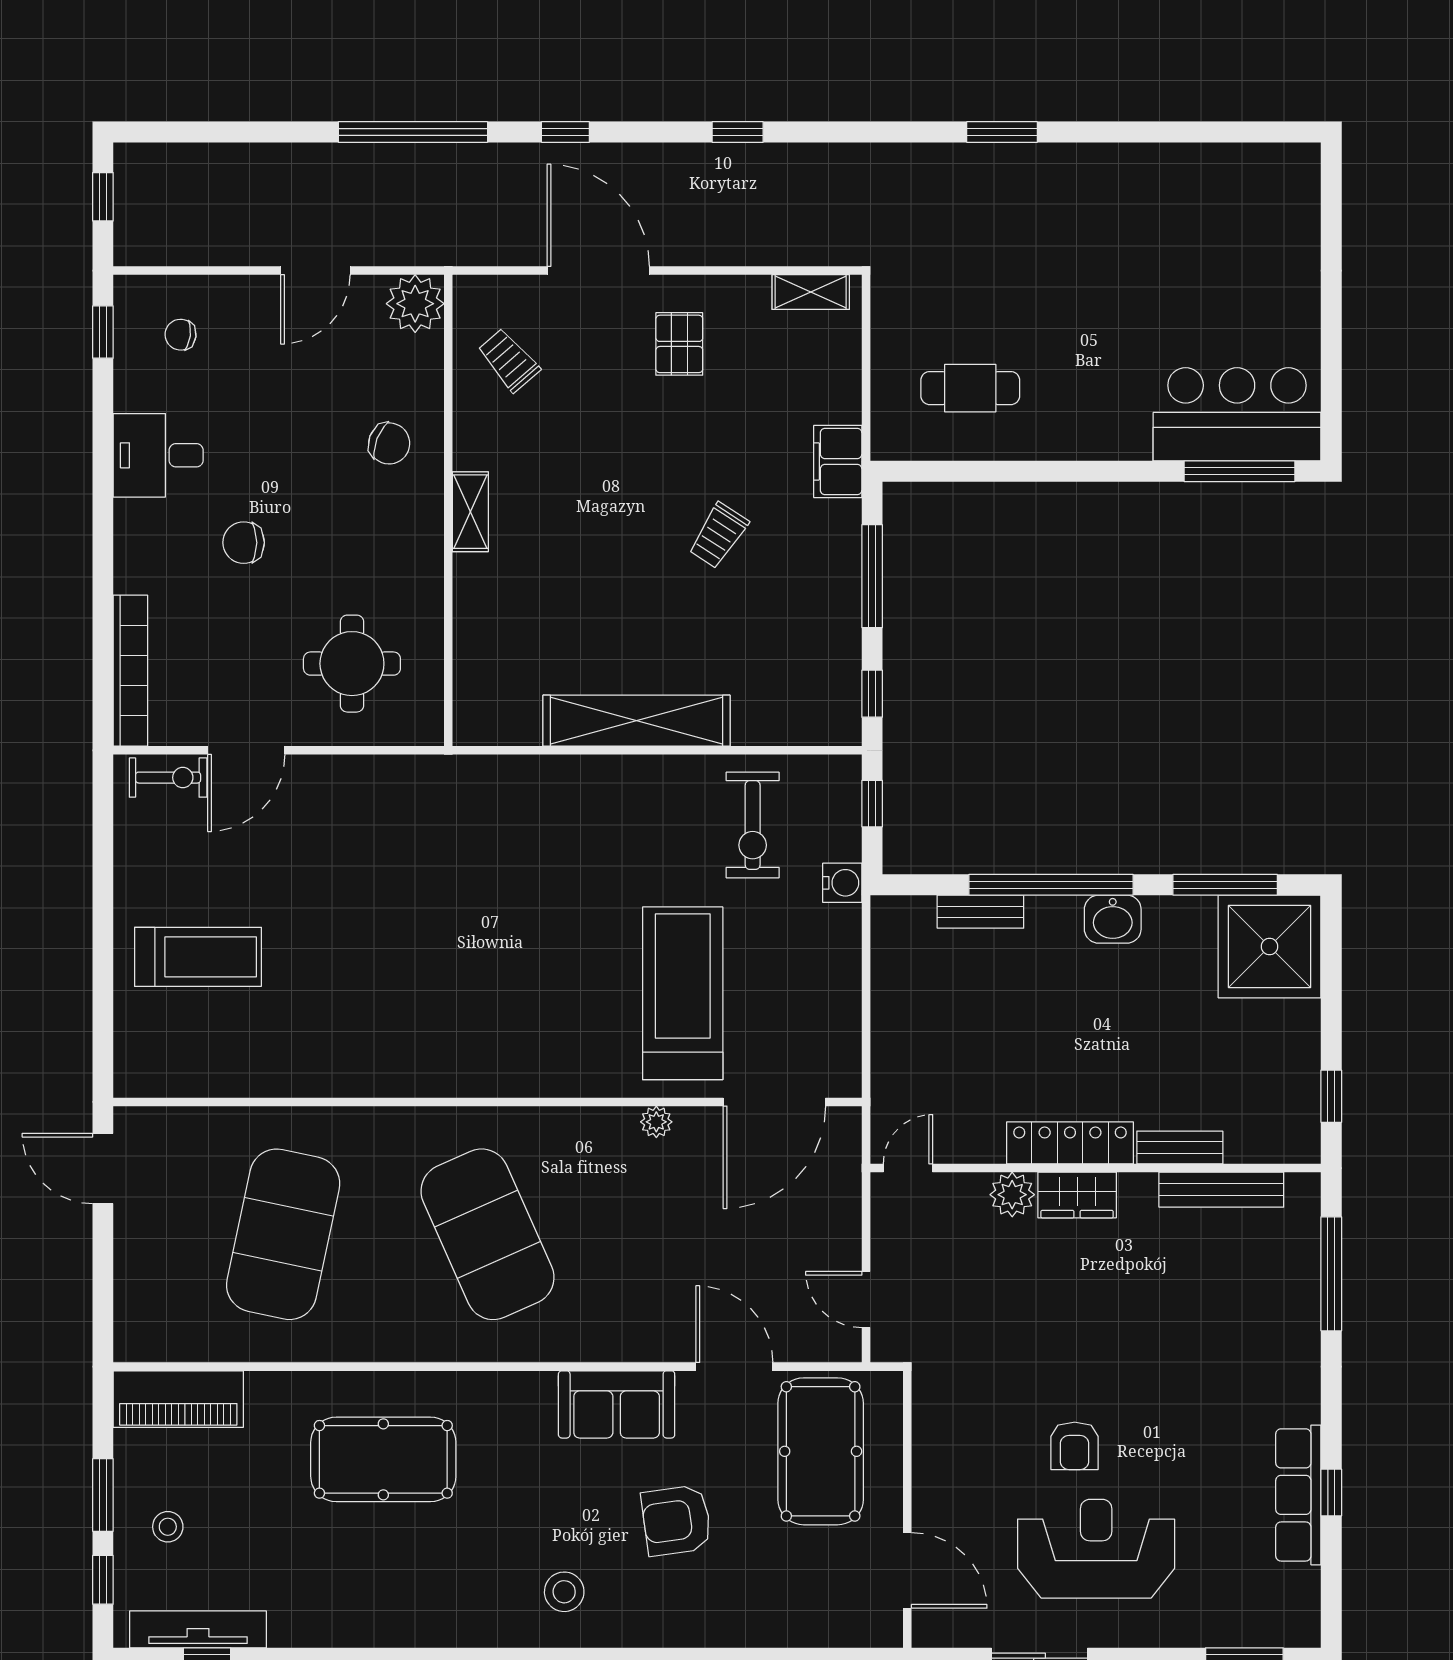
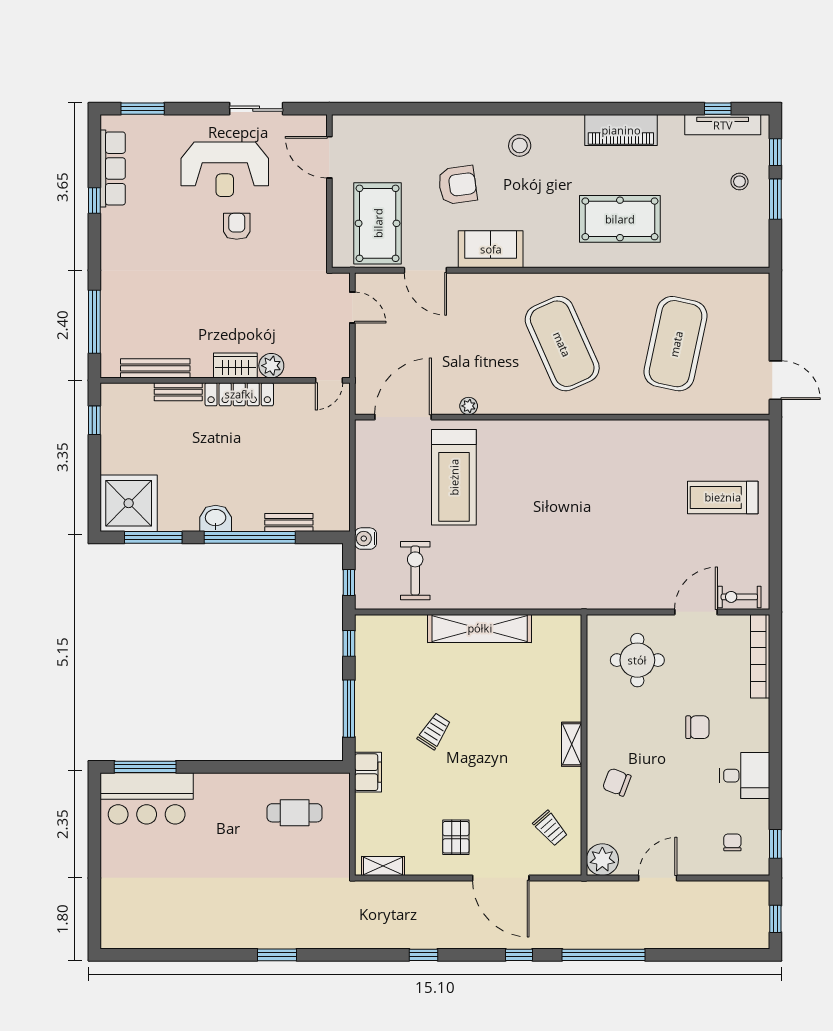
chair: (181, 335) -> (732, 842), turned -97
piano: (178, 1399) -> (621, 130), moved, turned 180
row of seats: (1298, 1495) -> (113, 168), moved

